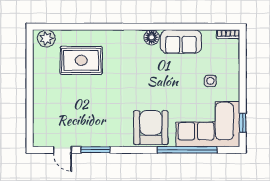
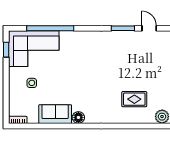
rug: (81, 60) -> (134, 99), width x0.73, depth x0.70
armchair: (151, 128) -> (79, 46), removed

